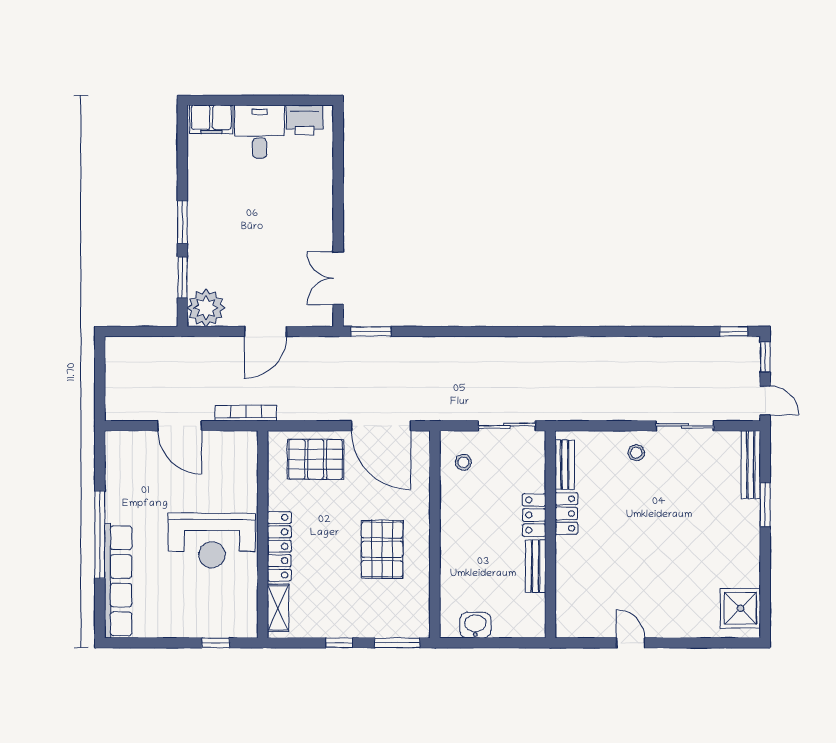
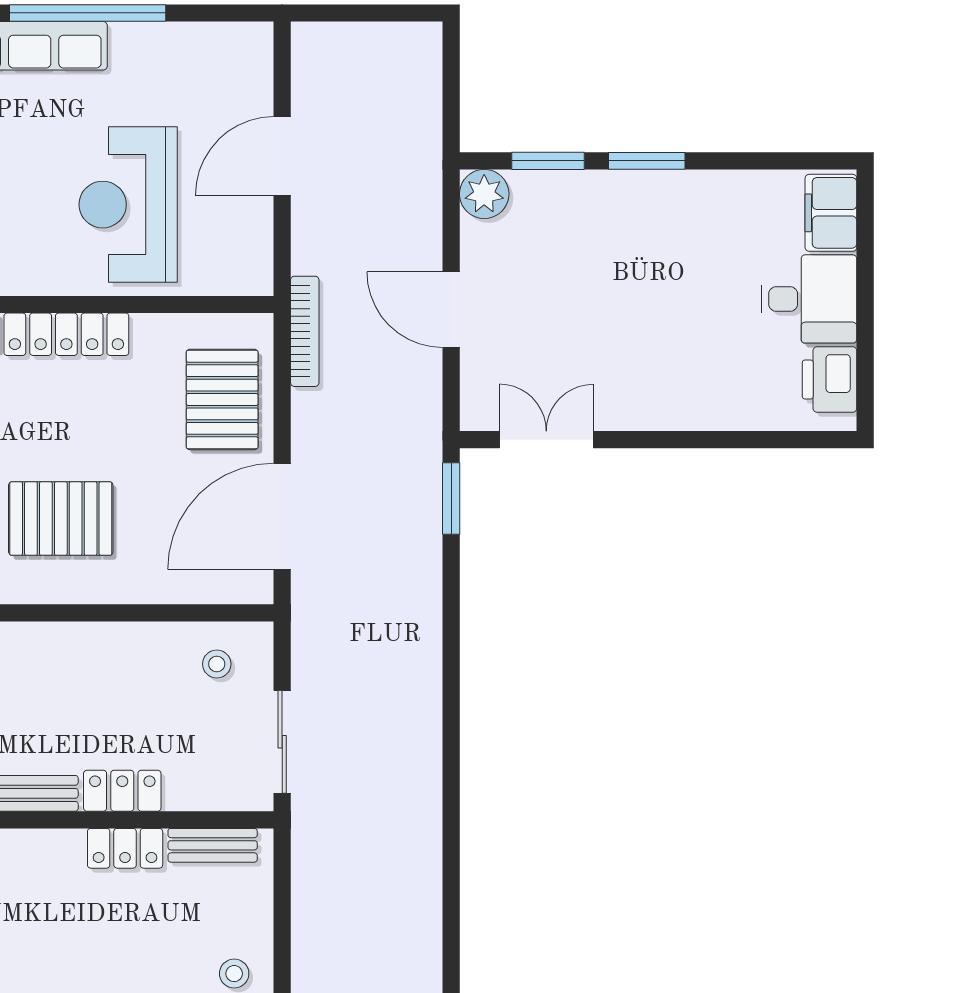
plant: (206, 308) -> (484, 194), width x0.73, depth x0.73
bookcase: (246, 413) -> (305, 331), moved
reception desk: (212, 541) -> (128, 205), moved

